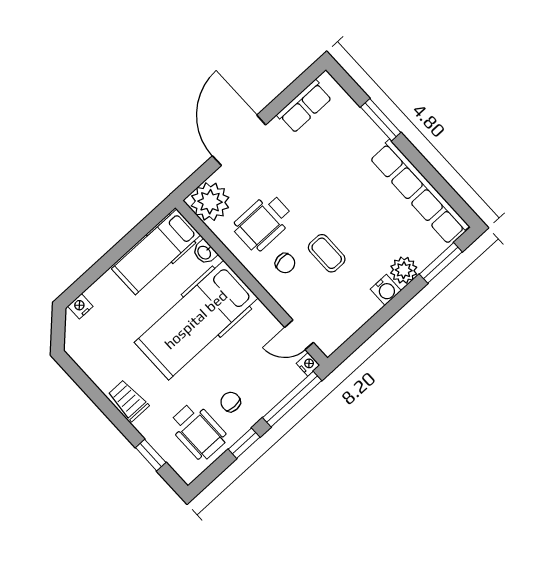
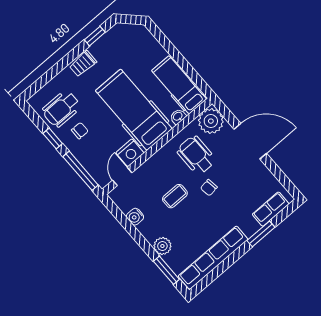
row of seats: (304, 106) -> (271, 209), moved, turned 90
chair: (285, 263) -> (209, 188), moved
water cooler: (386, 290) -> (135, 217), moved
nightstand: (80, 306) -> (145, 34), removed
nightstand: (308, 364) -> (130, 153), moved, width x1.89, depth x1.79
trolley: (128, 400) -> (83, 64), turned 180
window: (151, 455) -> (95, 36), moved

